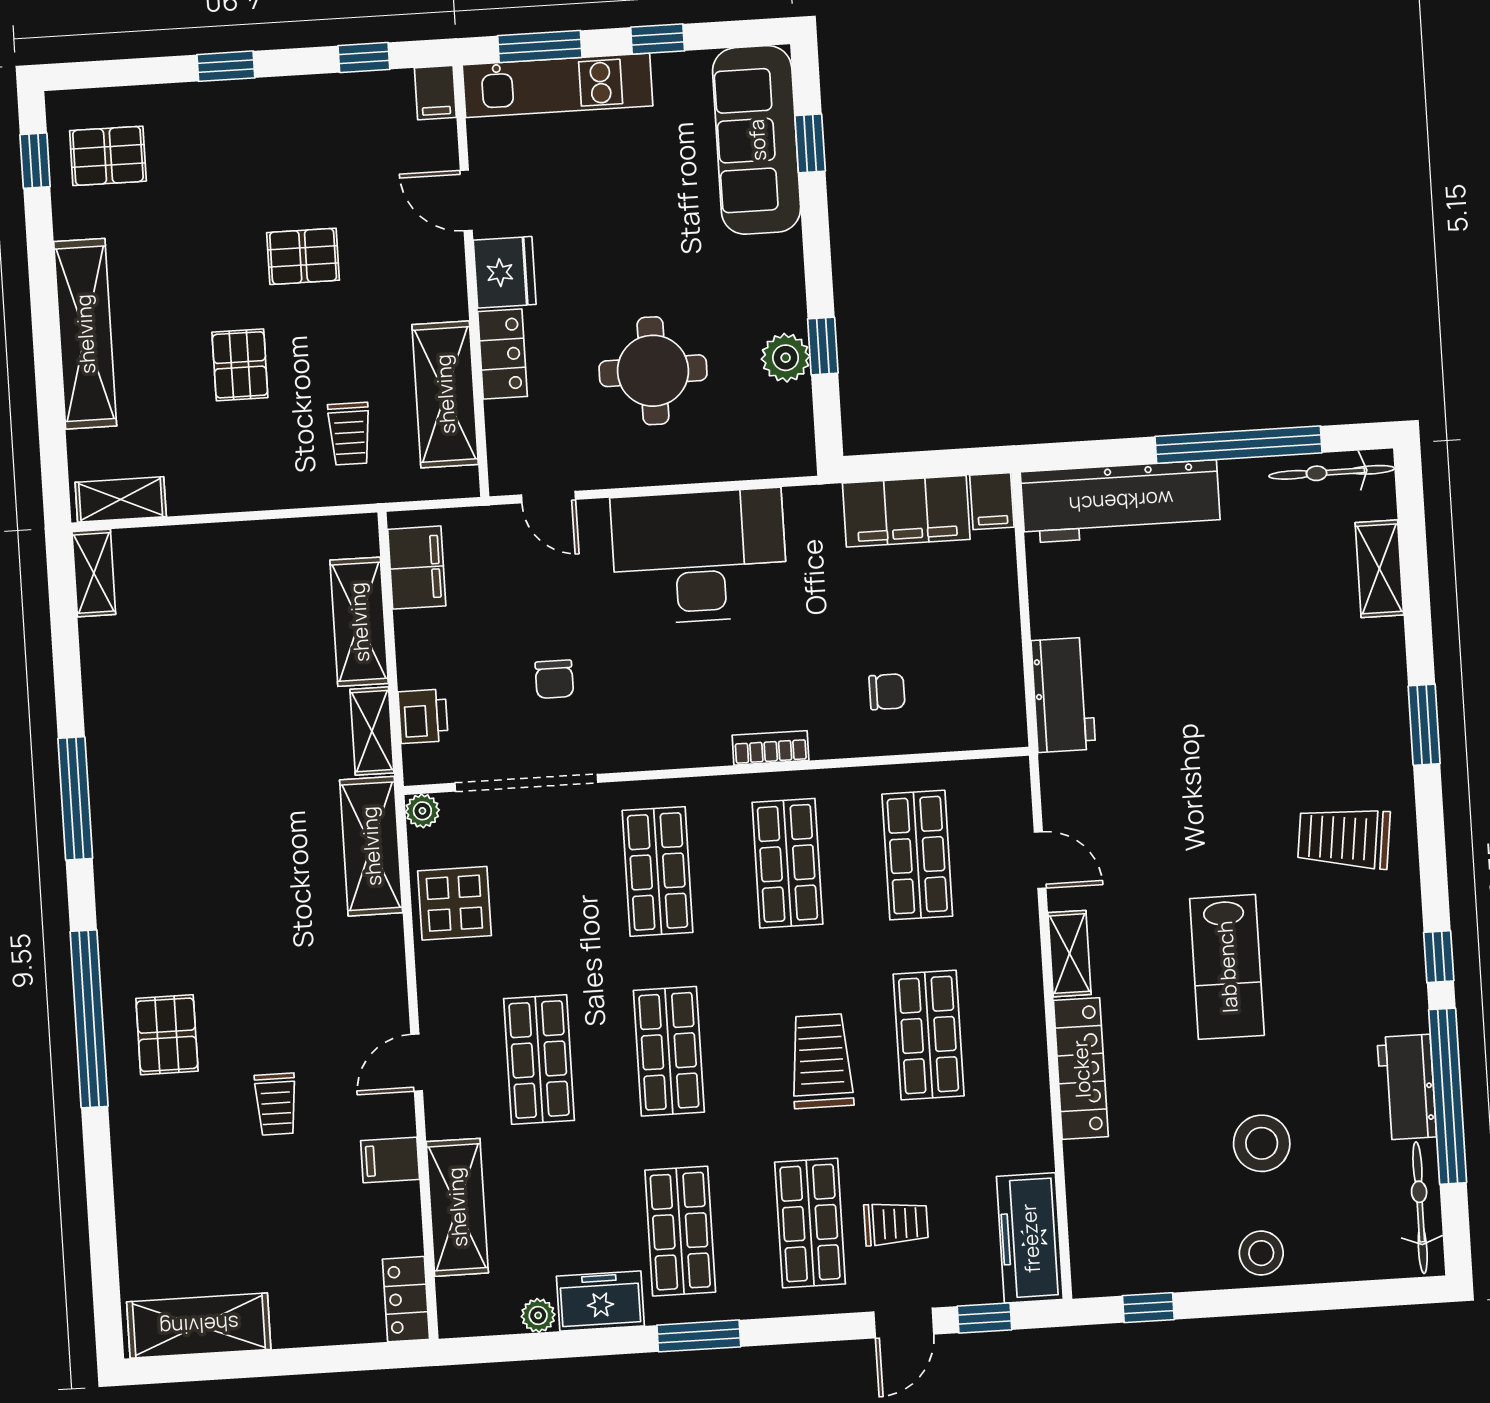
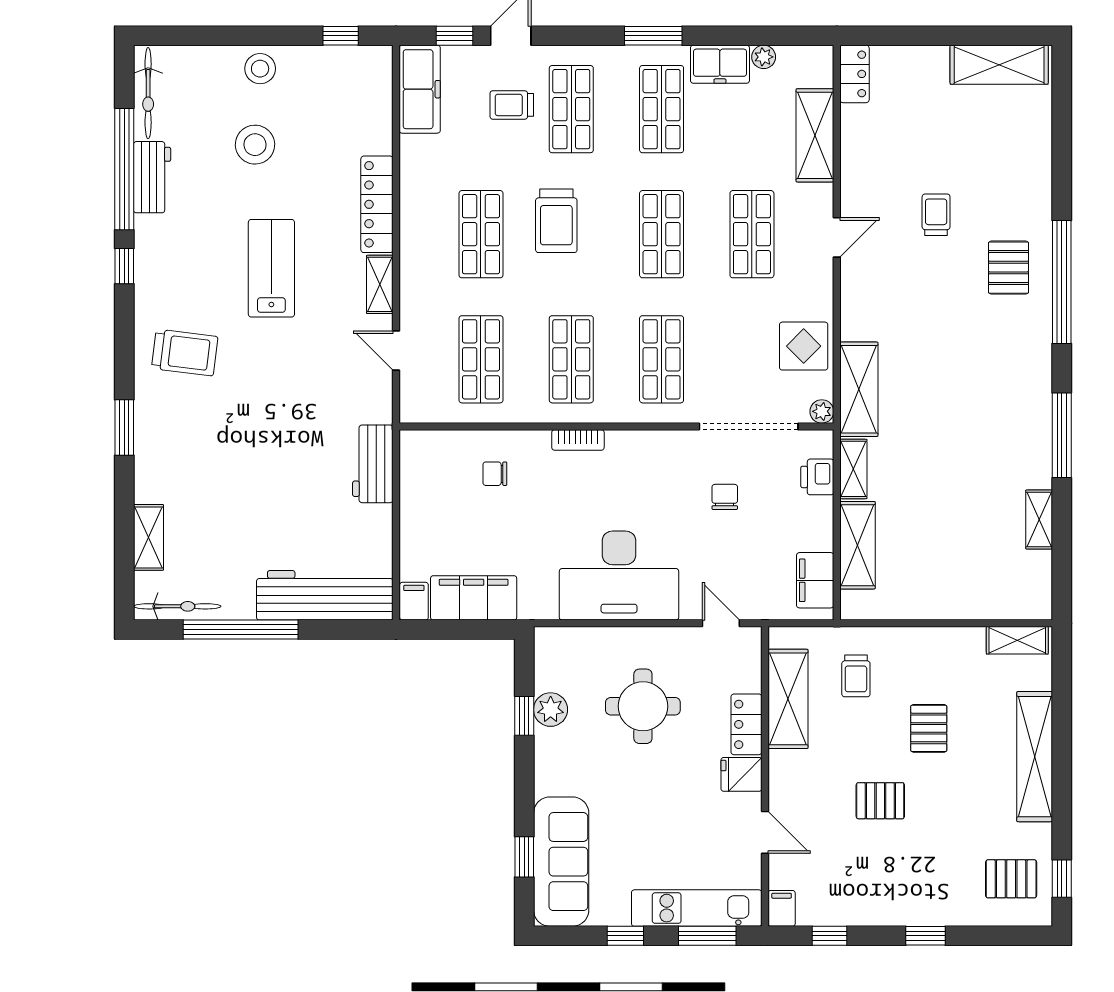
fridge: (505, 272) -> (741, 774), width x0.72
trolley: (349, 434) -> (856, 676), turned 180
shelving: (94, 573) -> (1039, 520), moved
filing cabinet: (390, 1160) -> (859, 171), removed

